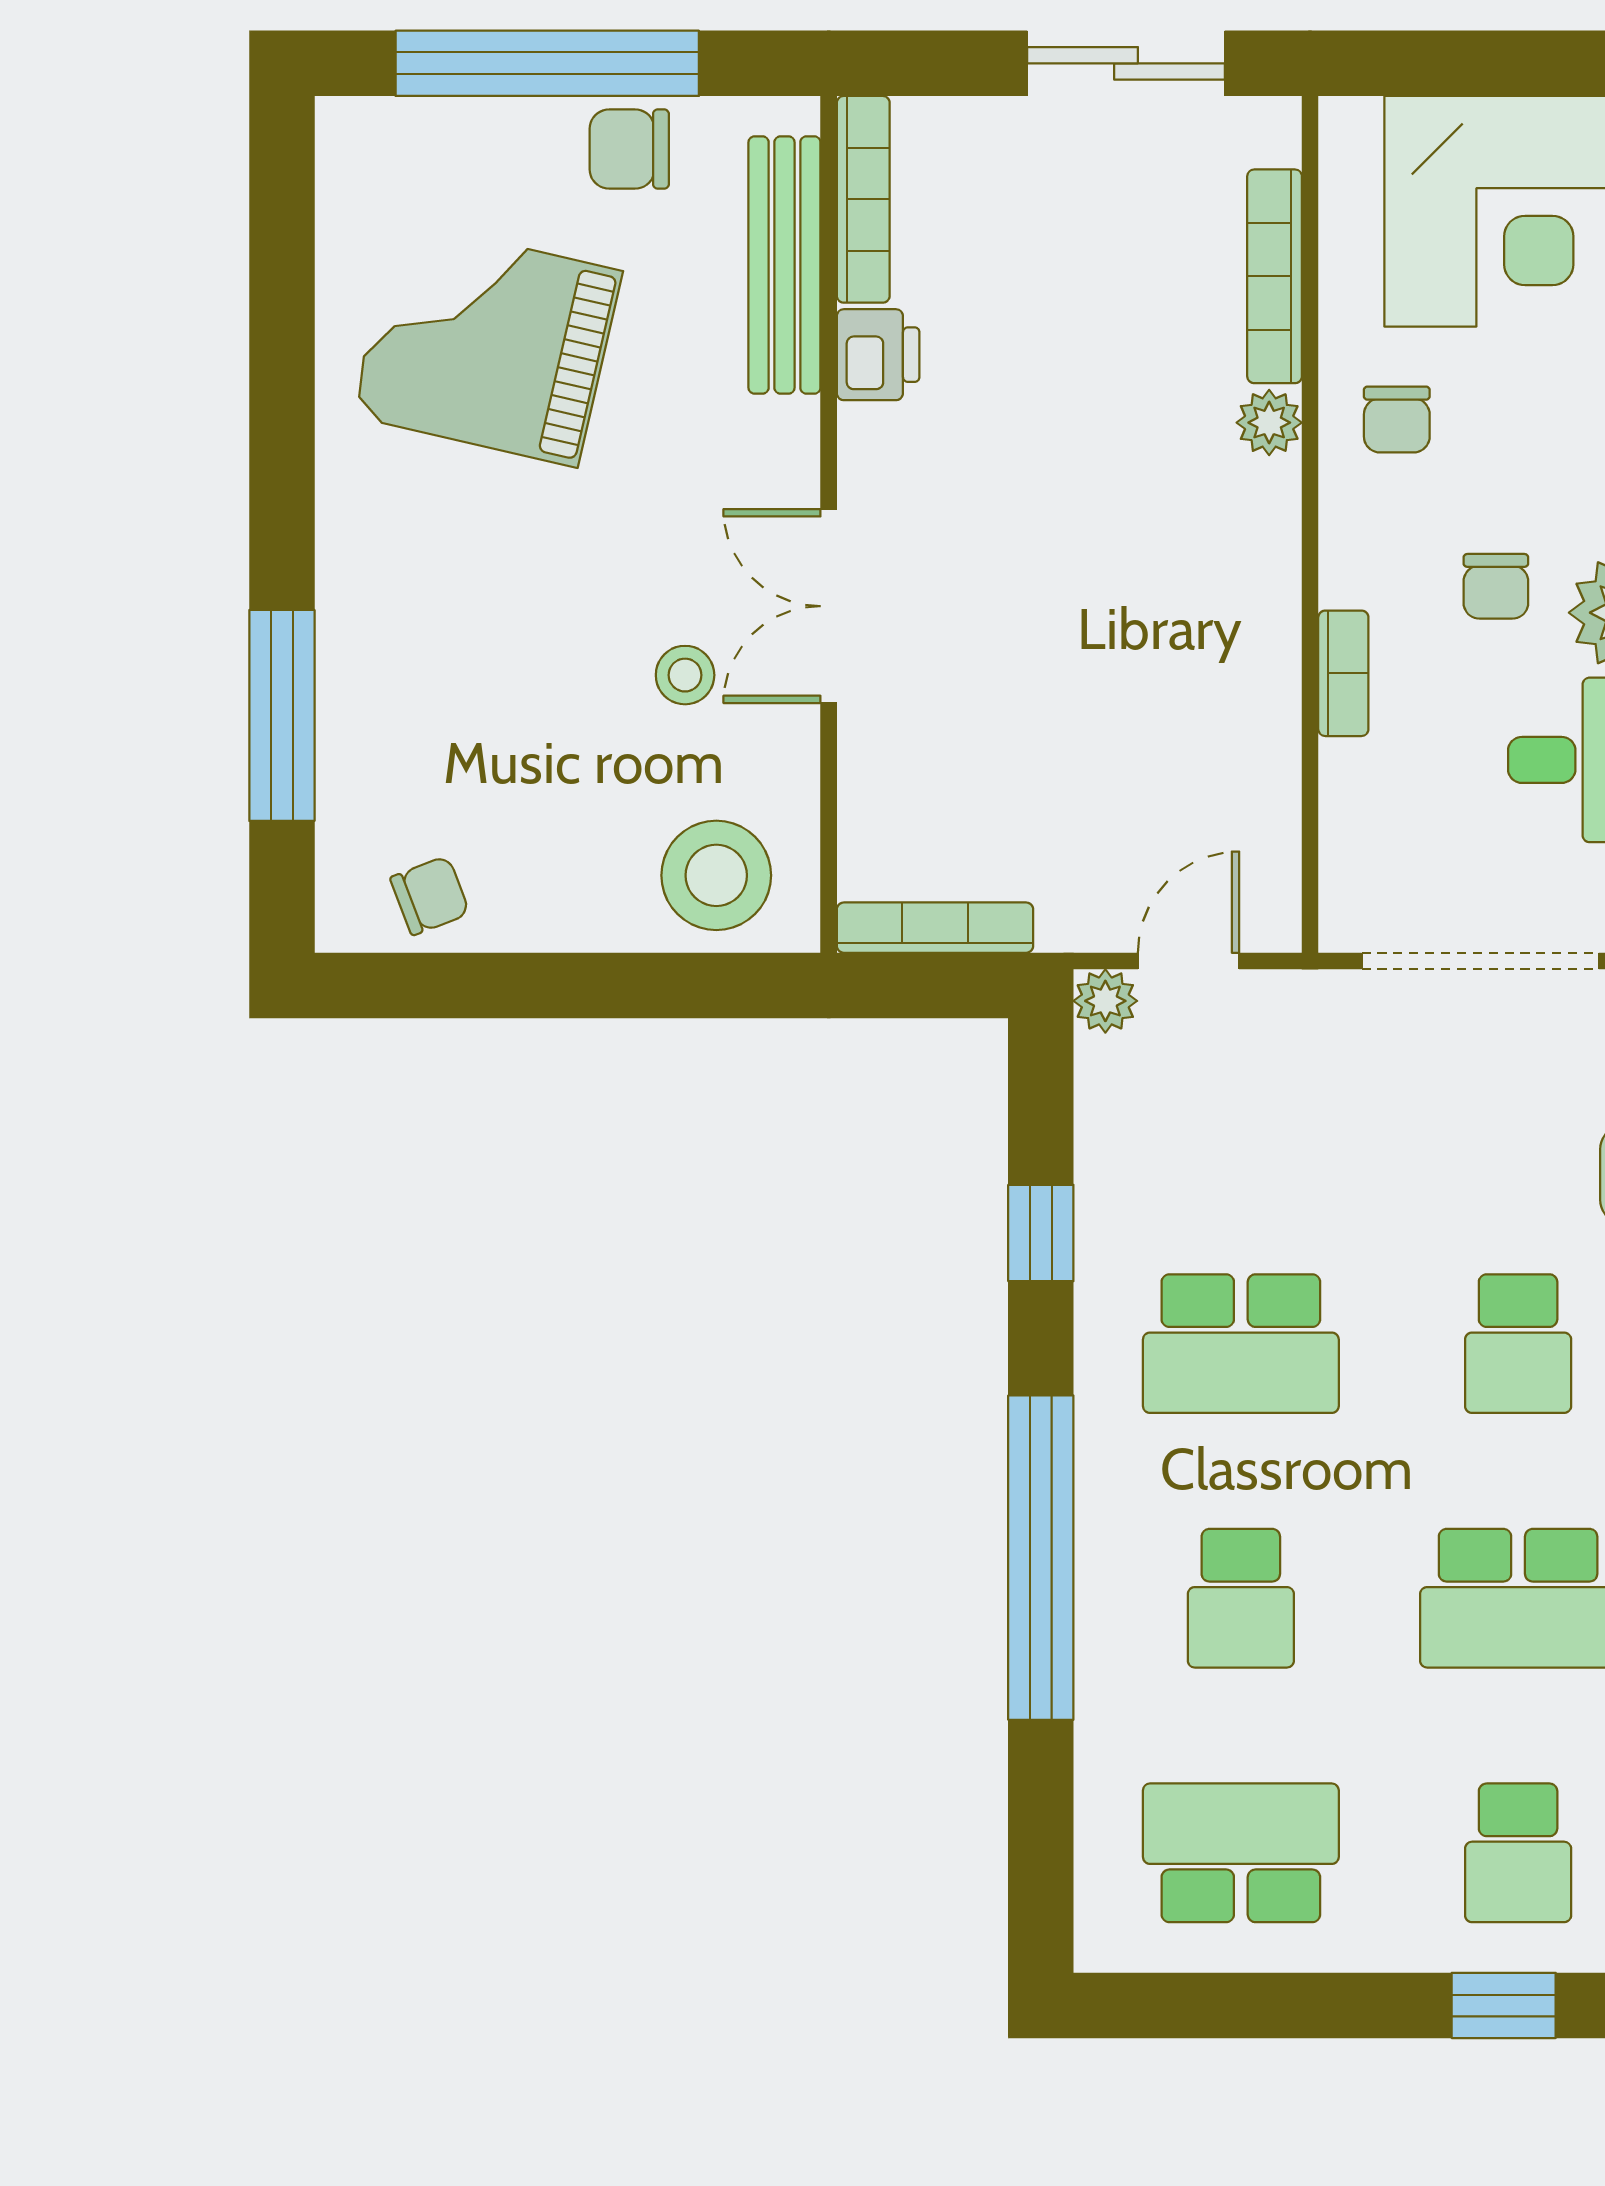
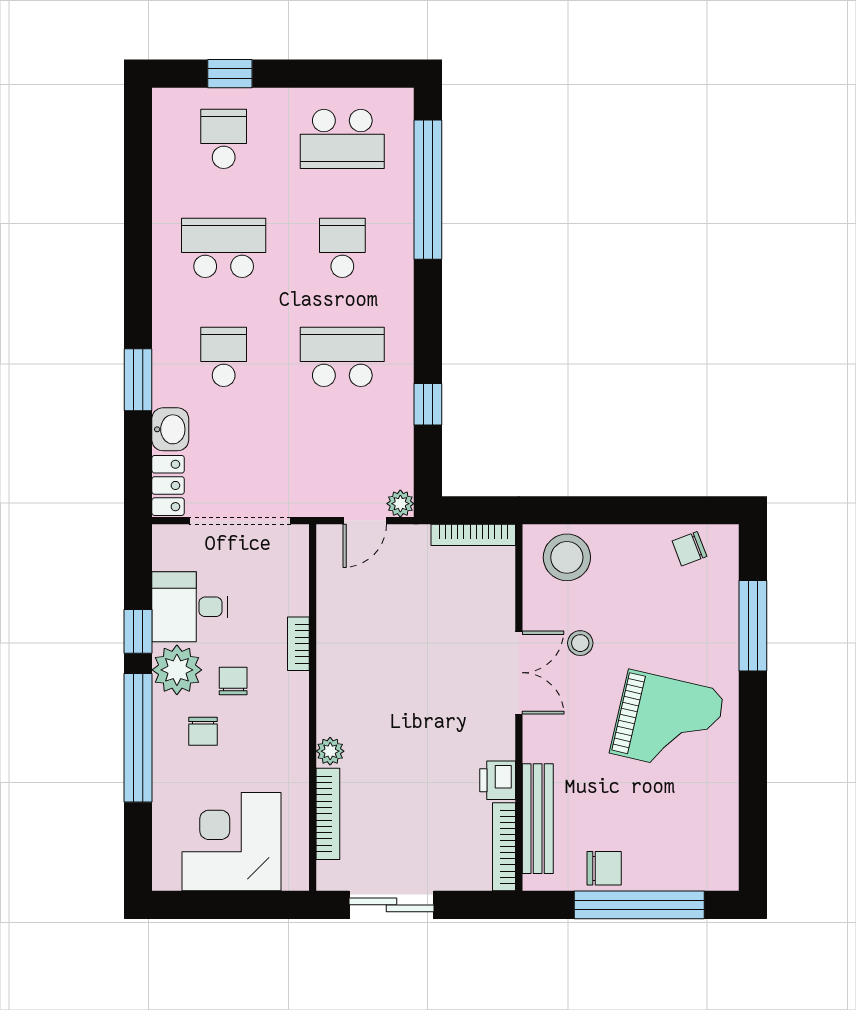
grand piano: (487, 343) -> (668, 722), moved
chair: (1397, 419) -> (203, 731), moved, turned 180
window: (1041, 1558) -> (428, 190), moved

